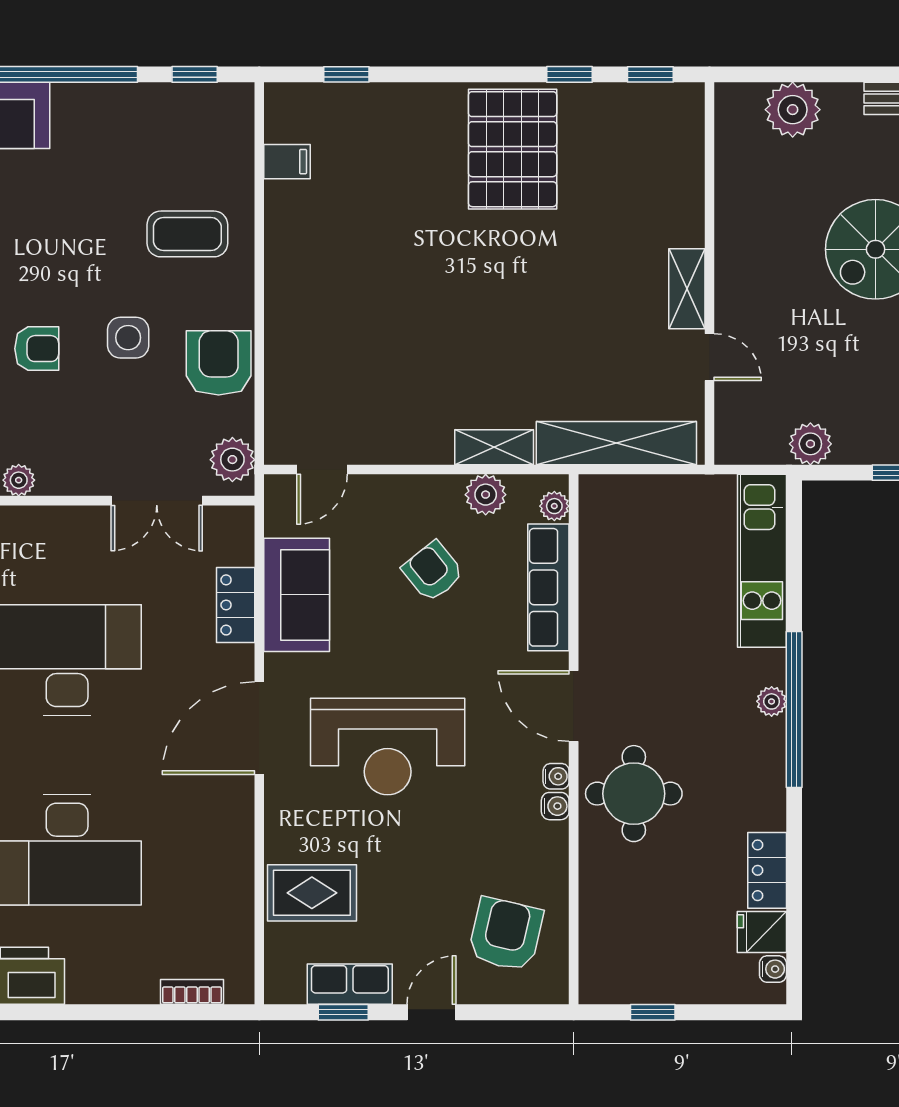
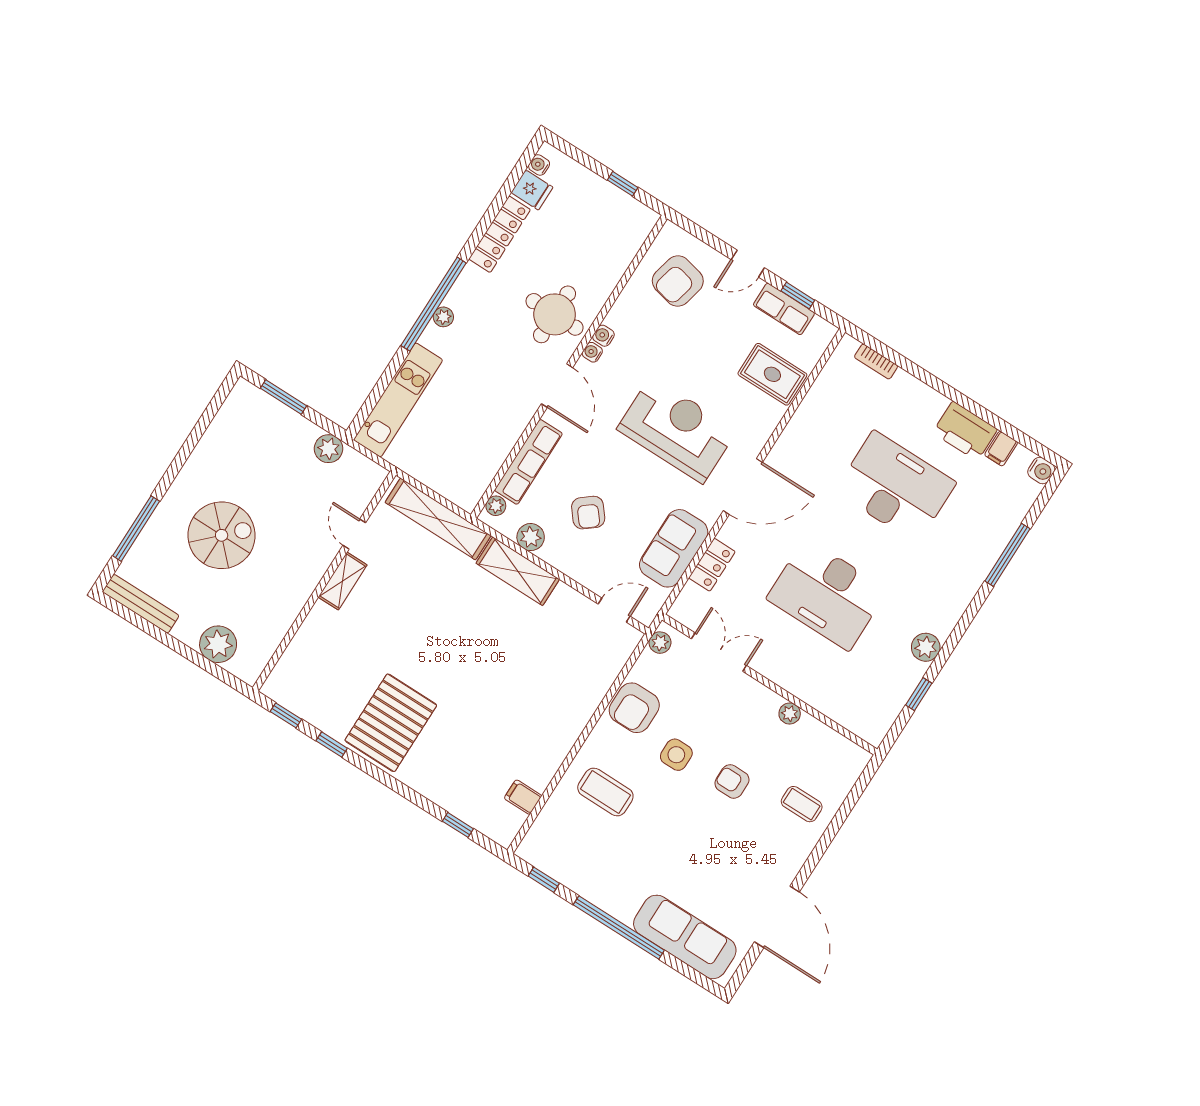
shelving: (494, 447) -> (518, 571), width x1.50, depth x1.33
plant: (232, 460) -> (660, 643), width x0.73, depth x0.73
locker: (767, 870) -> (500, 234), width x1.53

